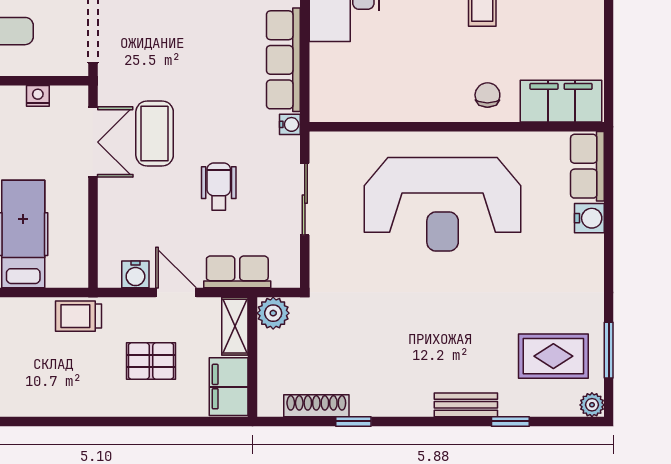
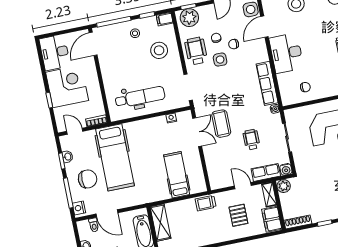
chair: (373, 87) -> (305, 87), added
water cooler: (135, 274) -> (286, 169), moved
pallet: (151, 361) -> (238, 215), turned 90
shoe rack: (316, 406) -> (298, 222), moved

